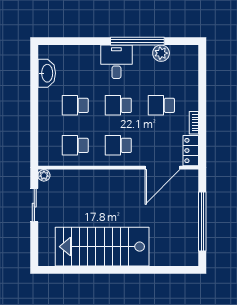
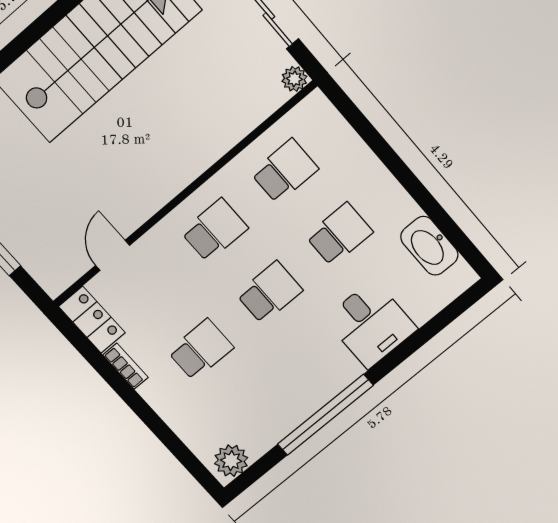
plant: (161, 53) -> (231, 461), moved
desk: (116, 62) -> (371, 324), moved
door: (162, 168) -> (113, 255), width x0.53

